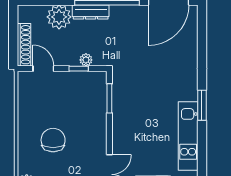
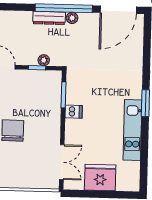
plant: (59, 17) -> (72, 18), moved, width x0.53, depth x0.53
dishwasher: (121, 117) -> (74, 112), added

